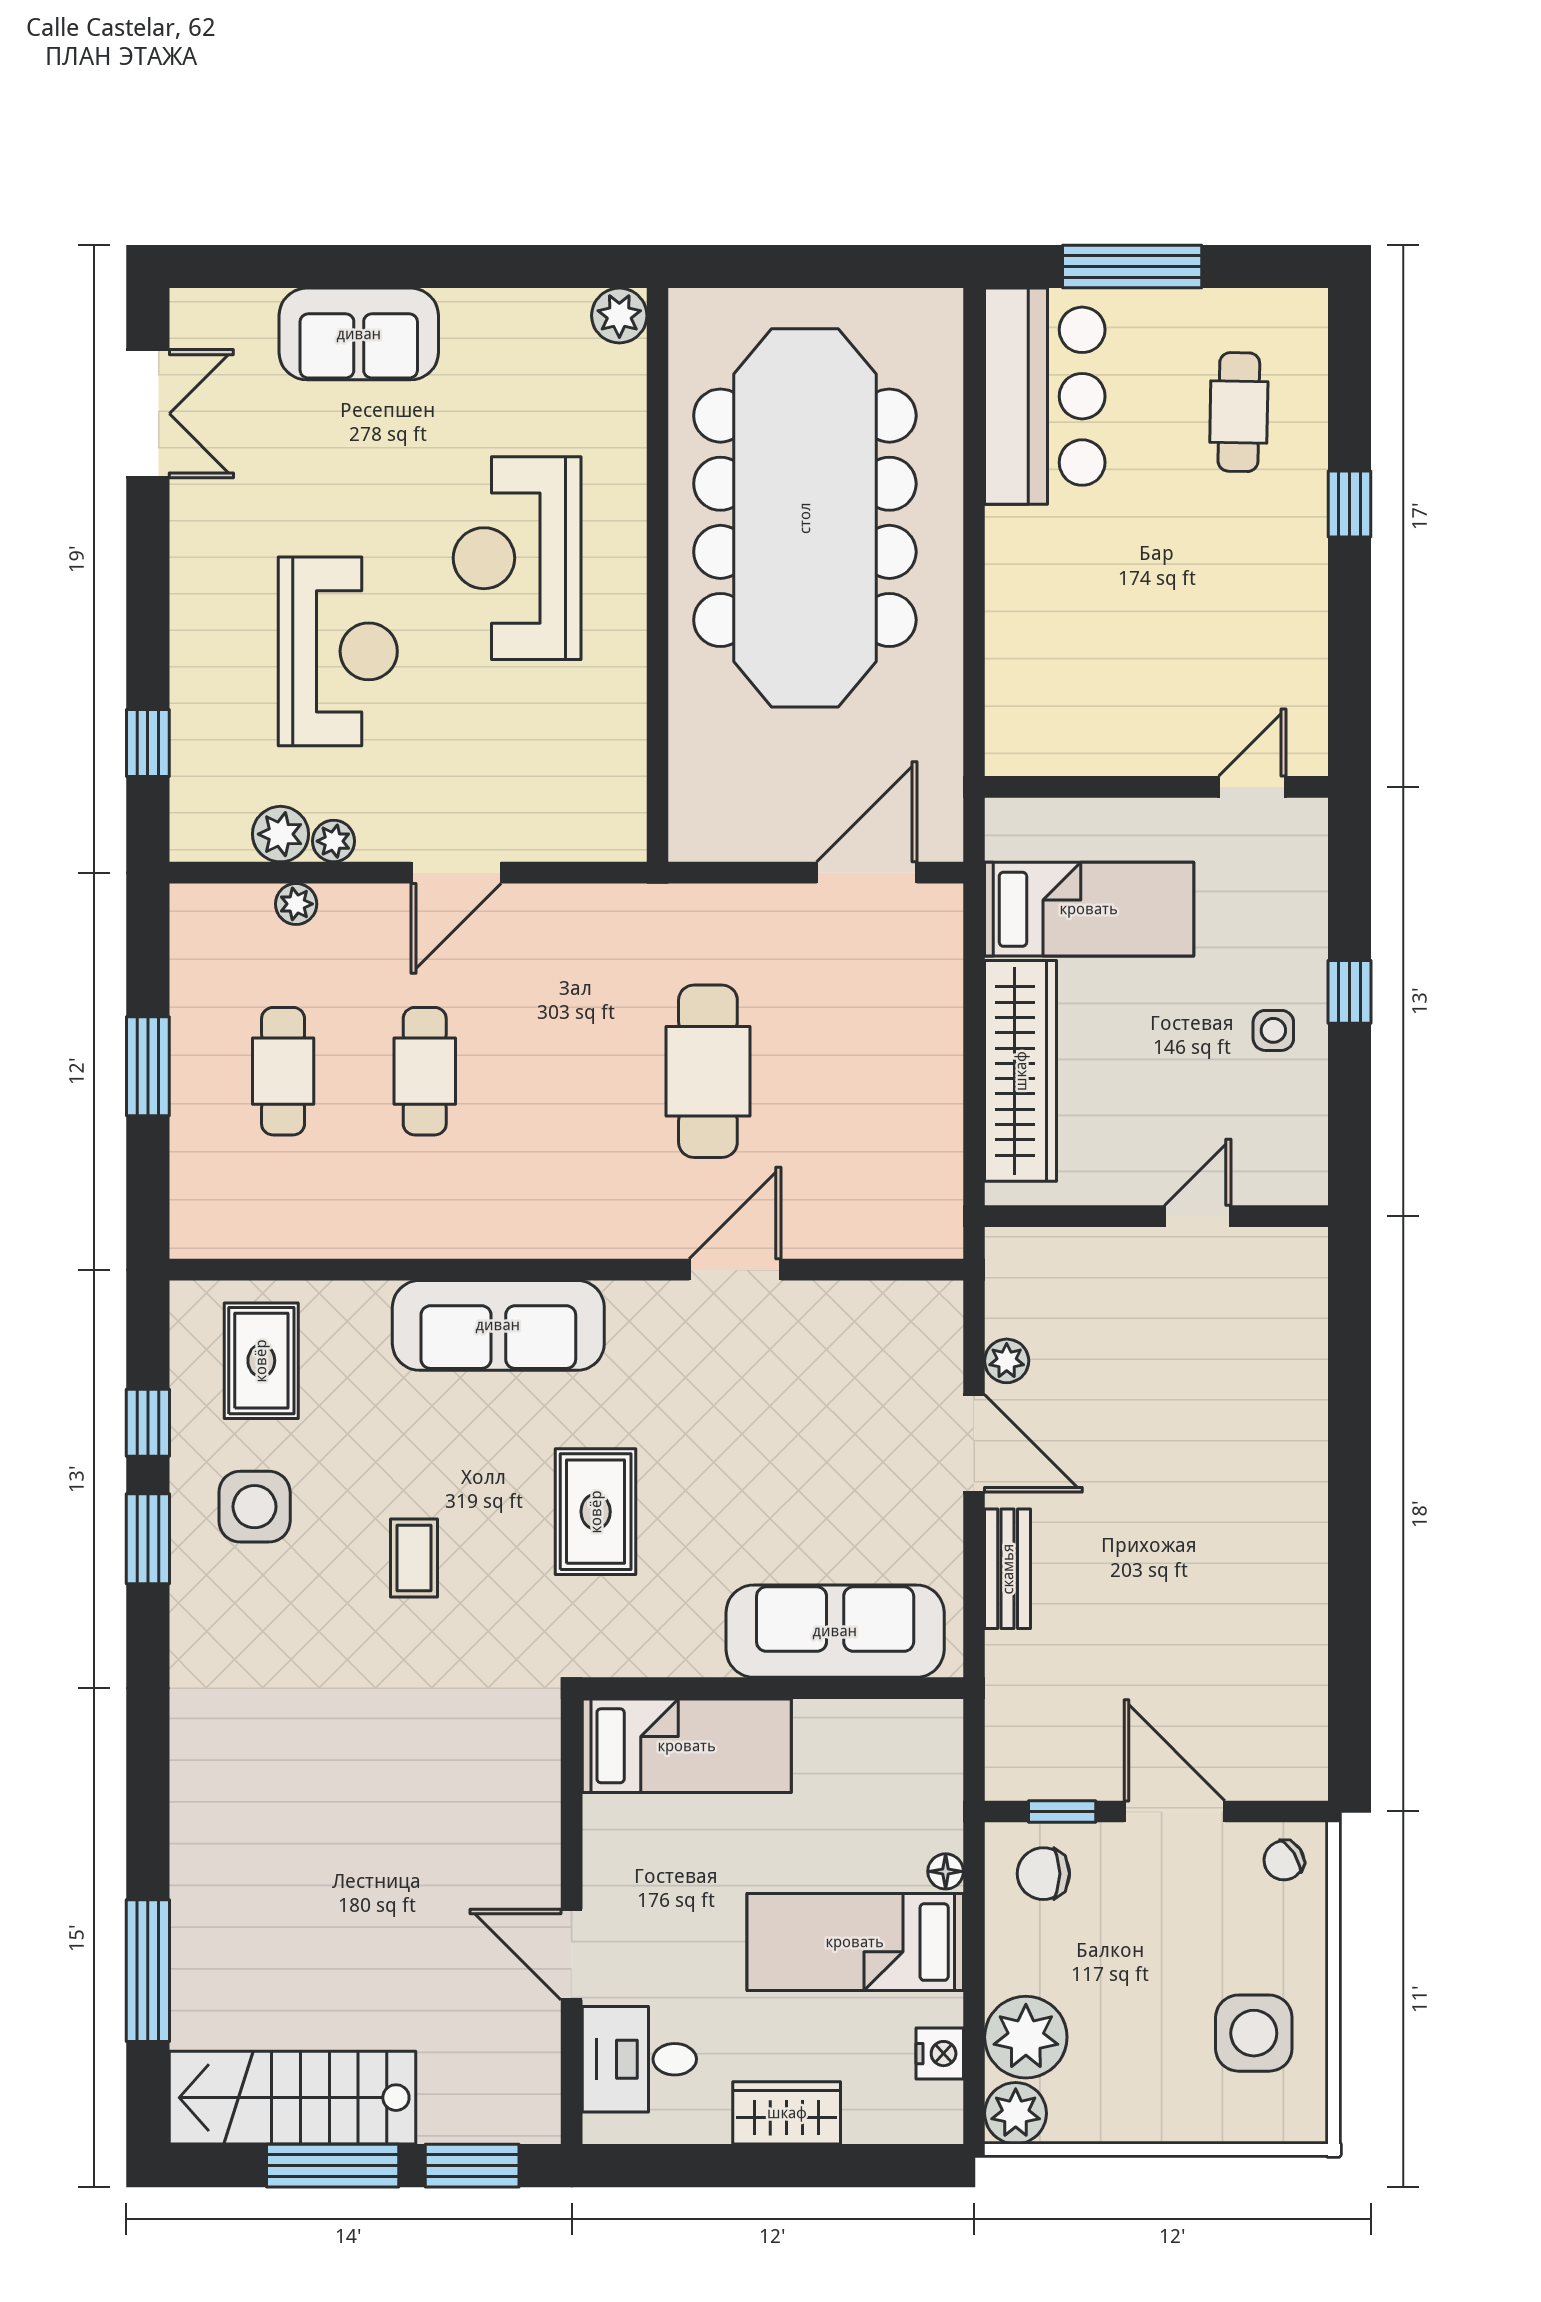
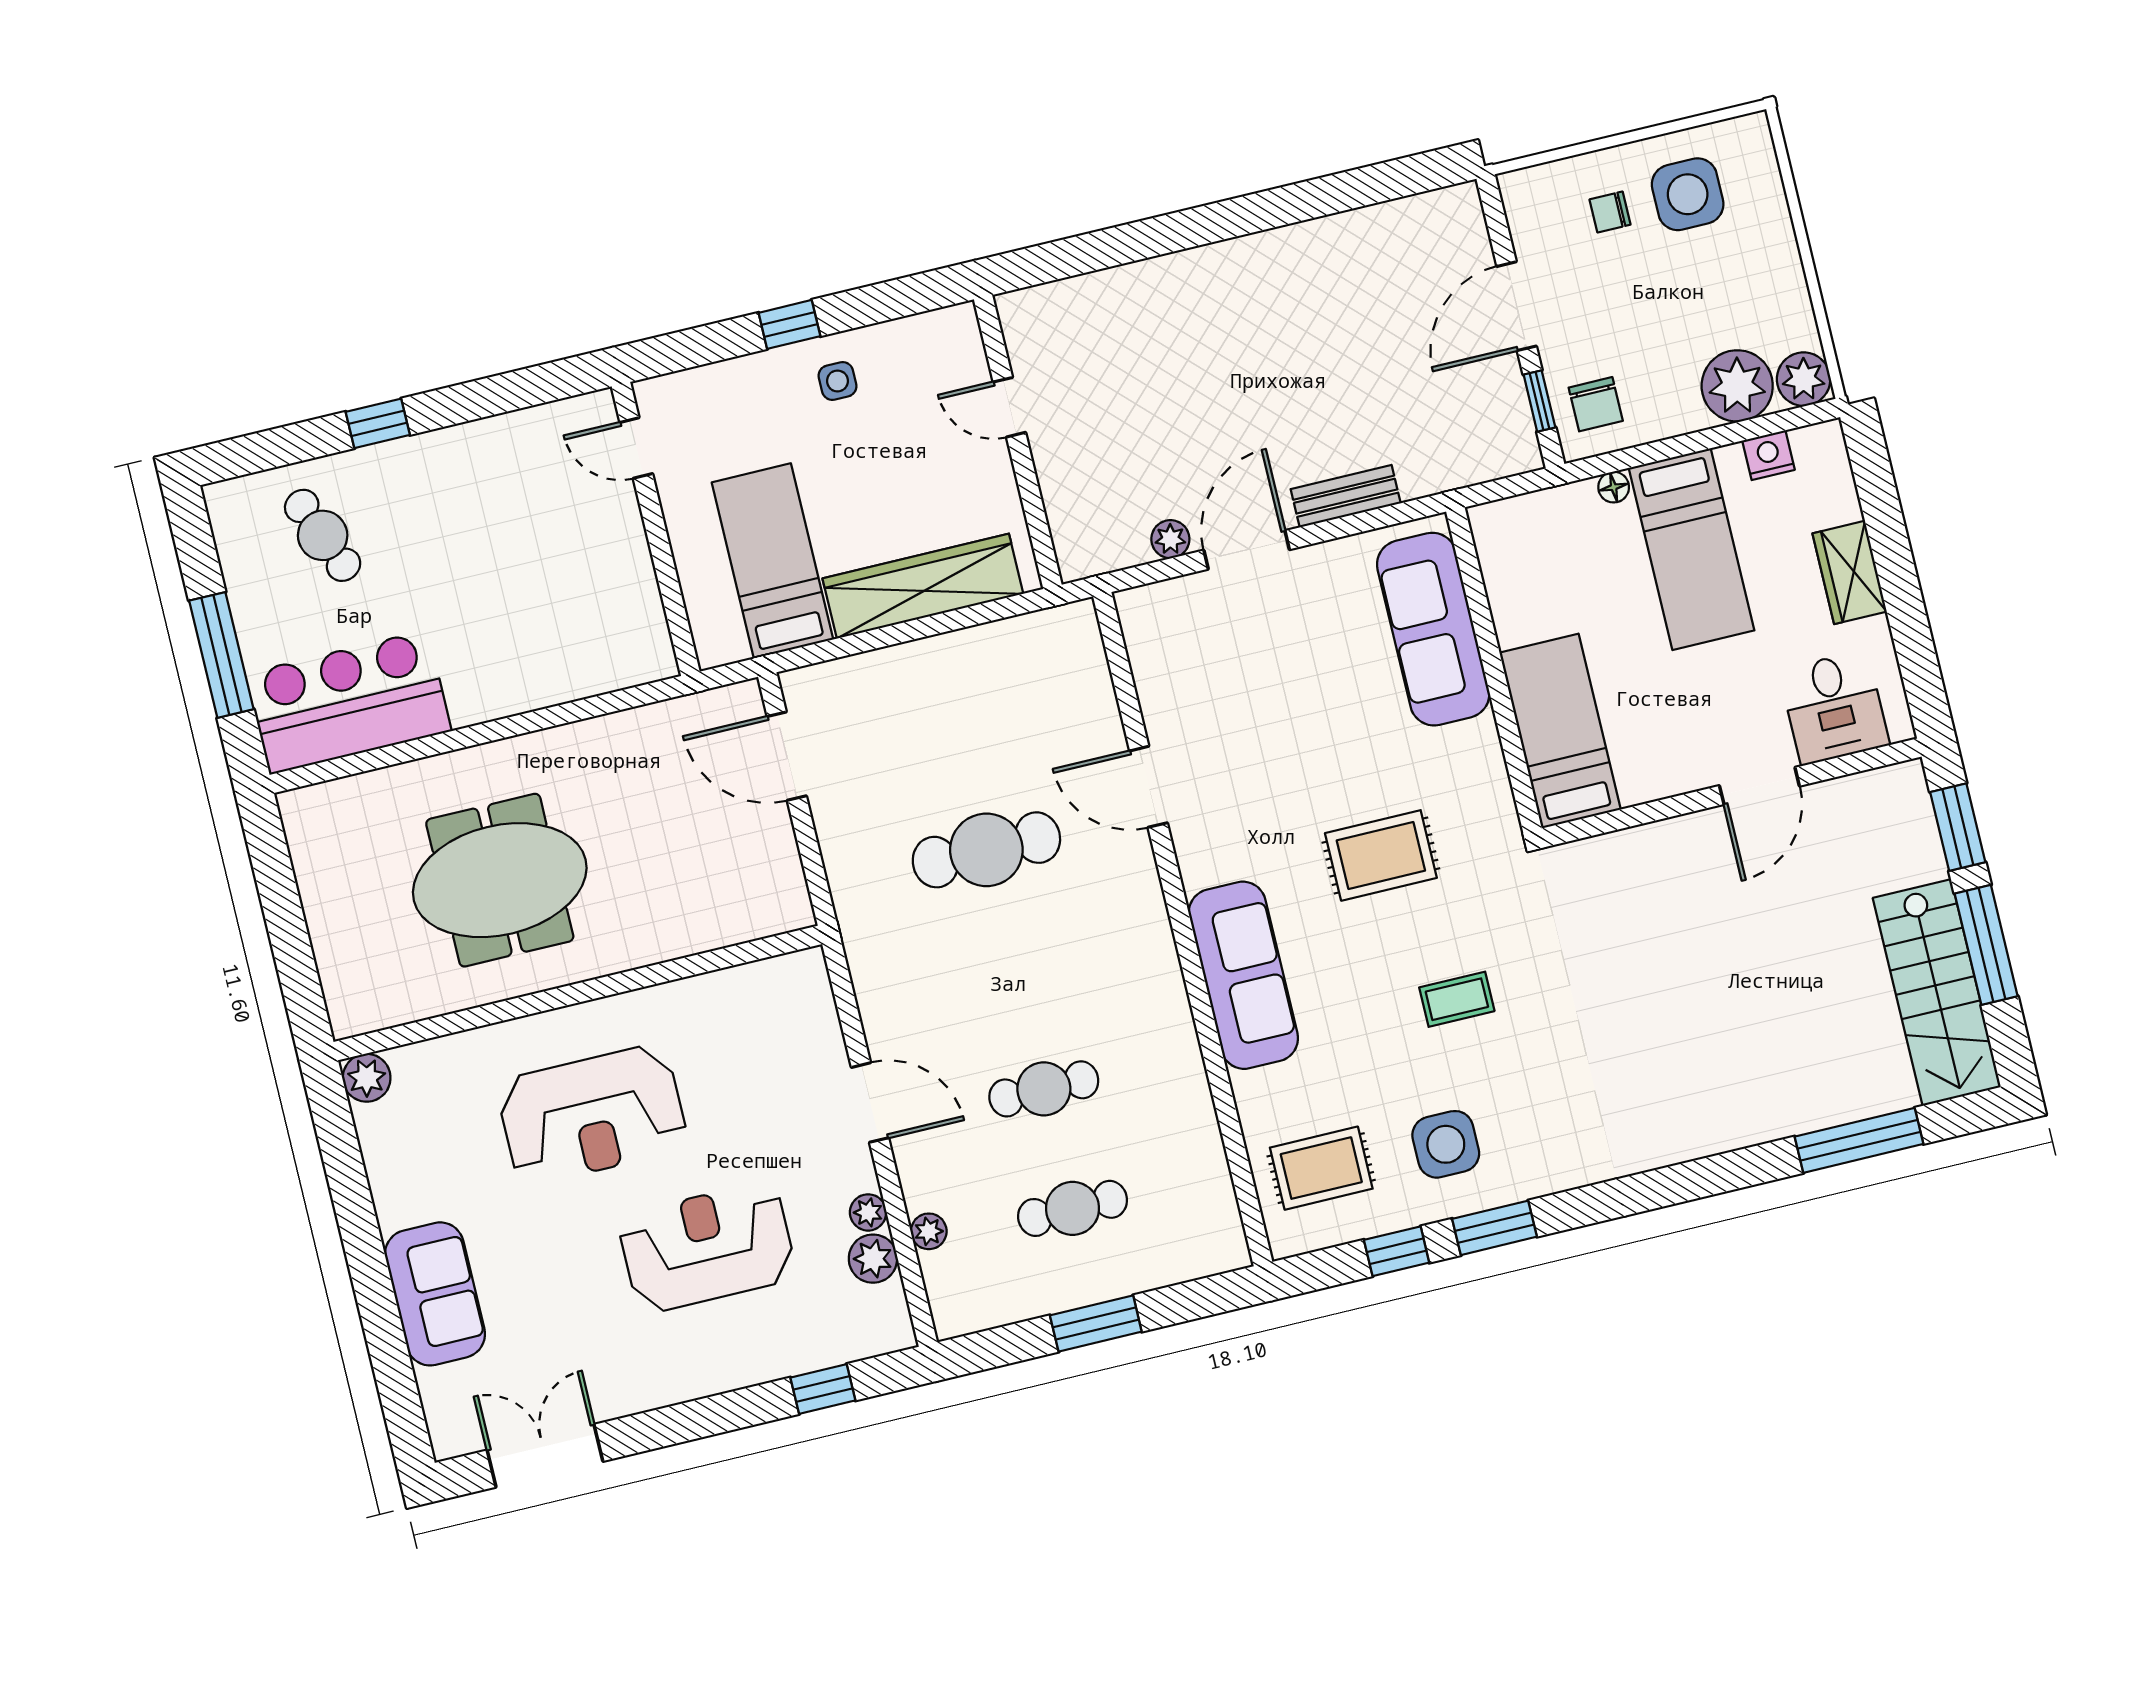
cafe table: (1239, 412) -> (323, 535), turned 67
meeting table: (805, 518) -> (500, 880), width x0.54, depth x0.79
chair: (1284, 1860) -> (1610, 212), moved, turned 123

